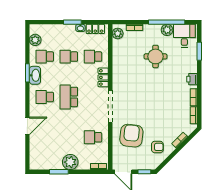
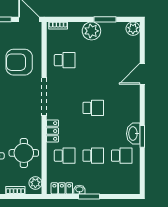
plant: (35, 40) -> (133, 29), moved
round table: (127, 59) -> (24, 153), added
school desk: (45, 97) -> (122, 108), removed
school desk: (69, 97) -> (93, 108), width x0.54
armchair: (131, 136) -> (19, 62), turned 84

